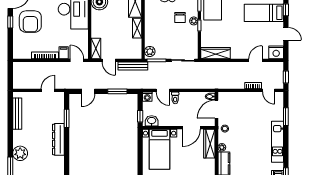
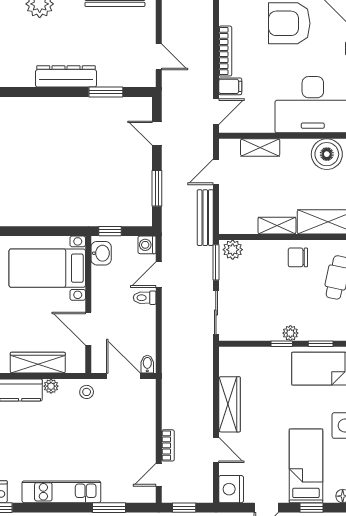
chair: (180, 17) -> (298, 257), moved
shelving: (96, 48) -> (260, 147), moved
wardrobe: (216, 53) -> (230, 404), moved
wardrobe: (209, 144) -> (38, 363), moved

